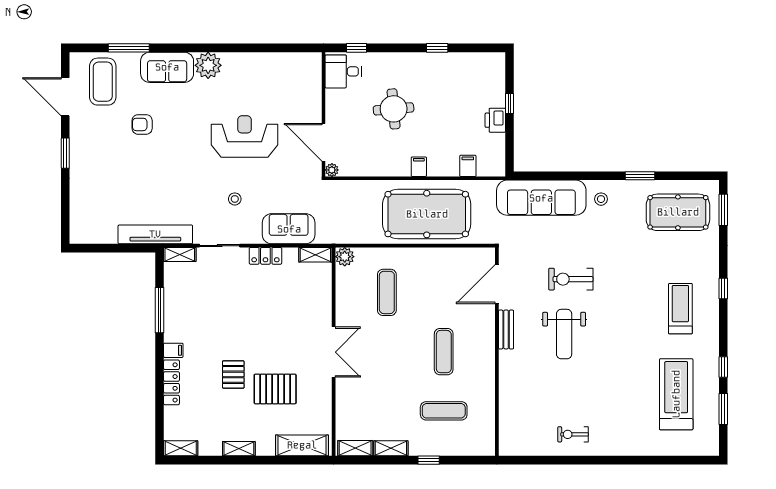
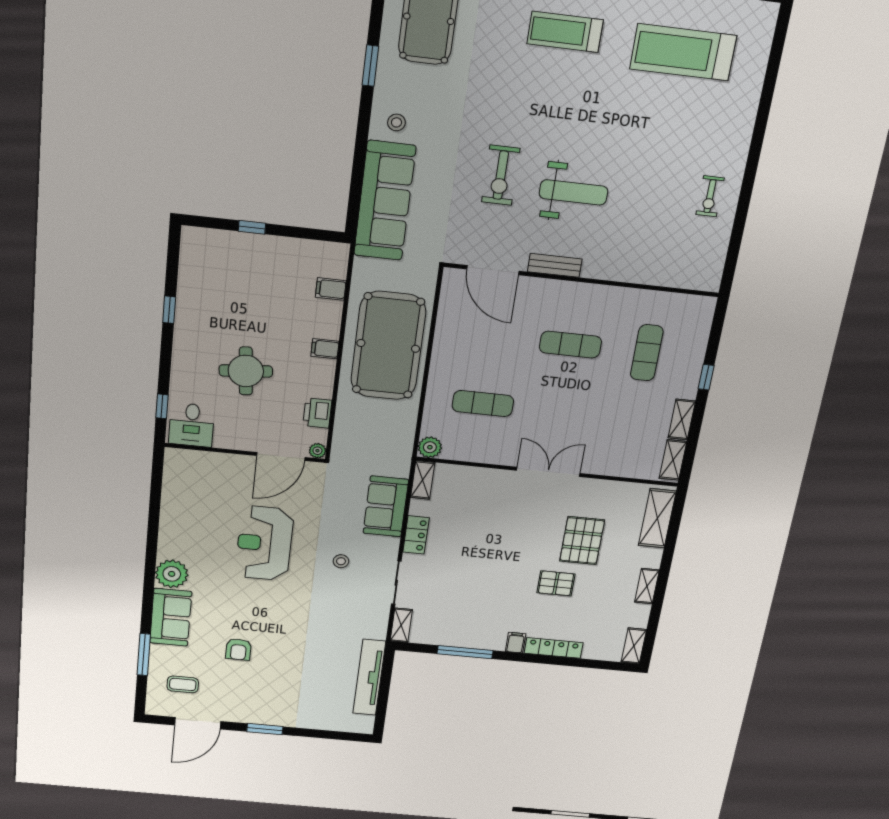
coffee table: (103, 82) -> (183, 684), width x0.54, depth x0.58
printer: (495, 120) -> (317, 413), moved, turned 90
tv unit: (155, 234) -> (369, 677), moved

